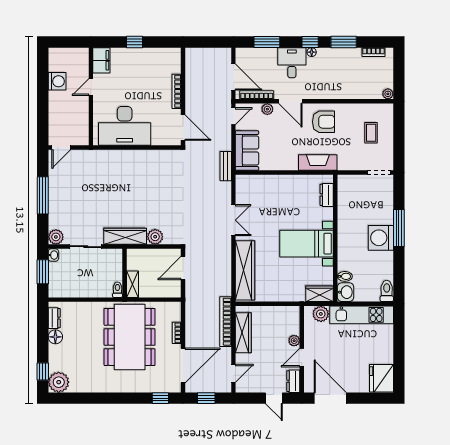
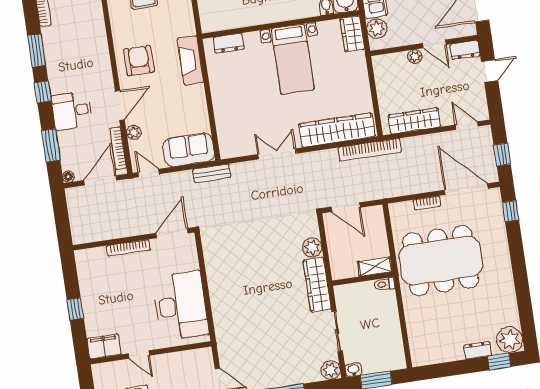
floor lamp: (312, 52) -> (68, 177), moved
dresser: (54, 318) -> (478, 350), moved
bookcase: (226, 322) -> (370, 150), moved
floor lamp: (55, 337) -> (454, 352), removed

